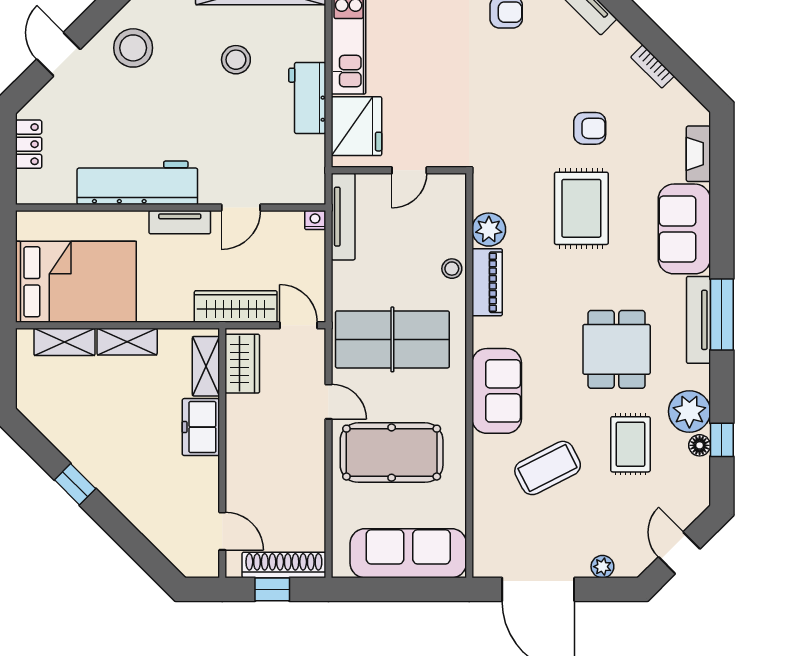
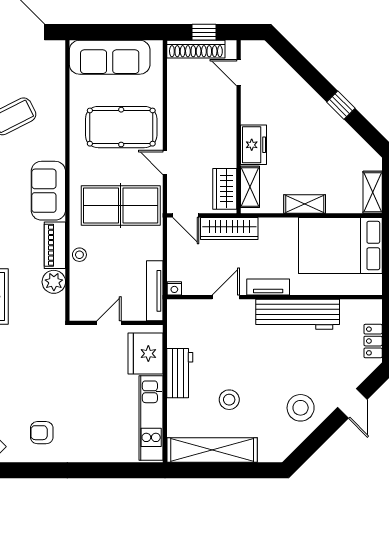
shelving: (64, 342) -> (373, 192), moved, turned 90
sofa: (497, 391) -> (48, 191), moved

